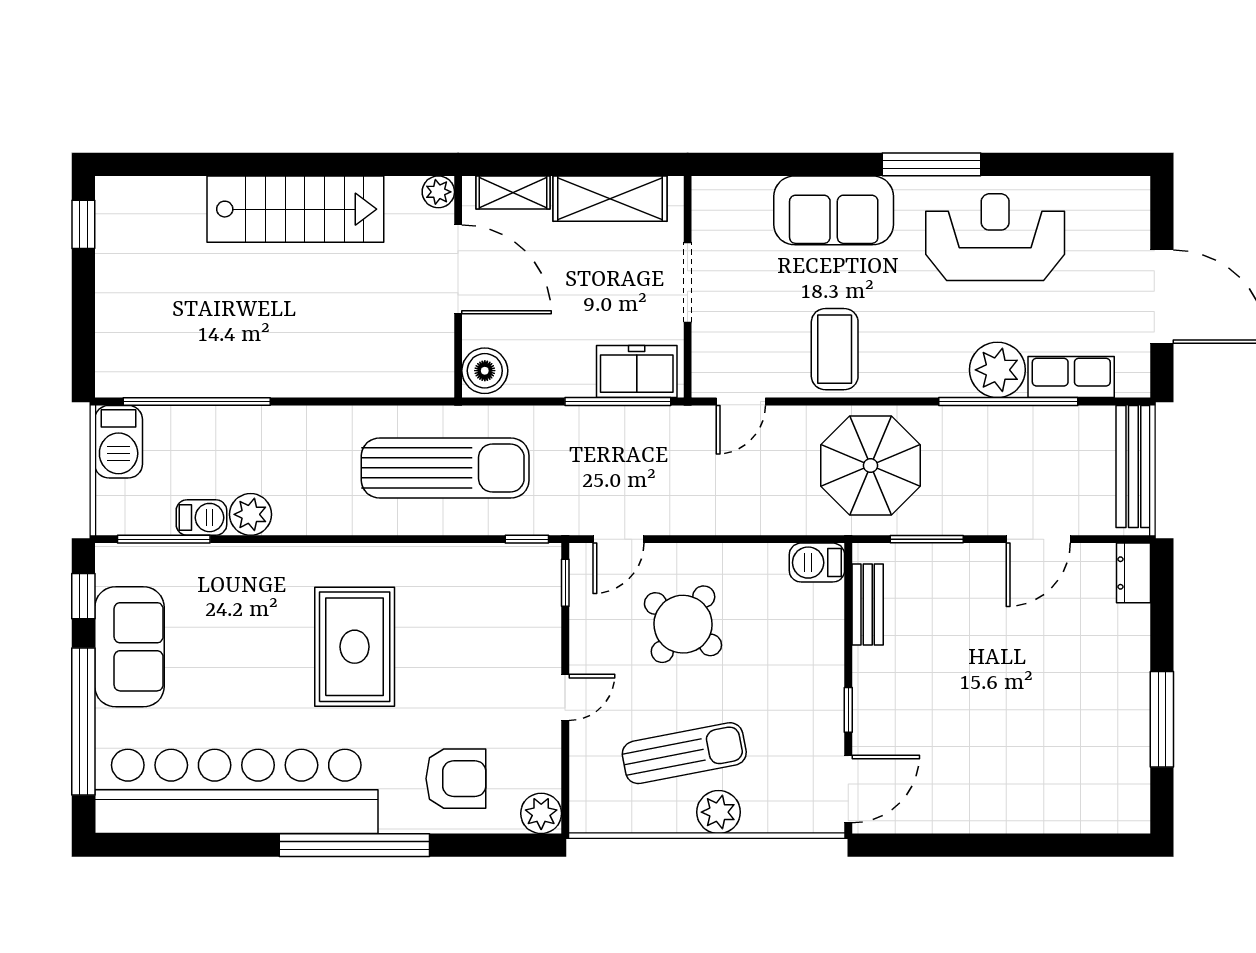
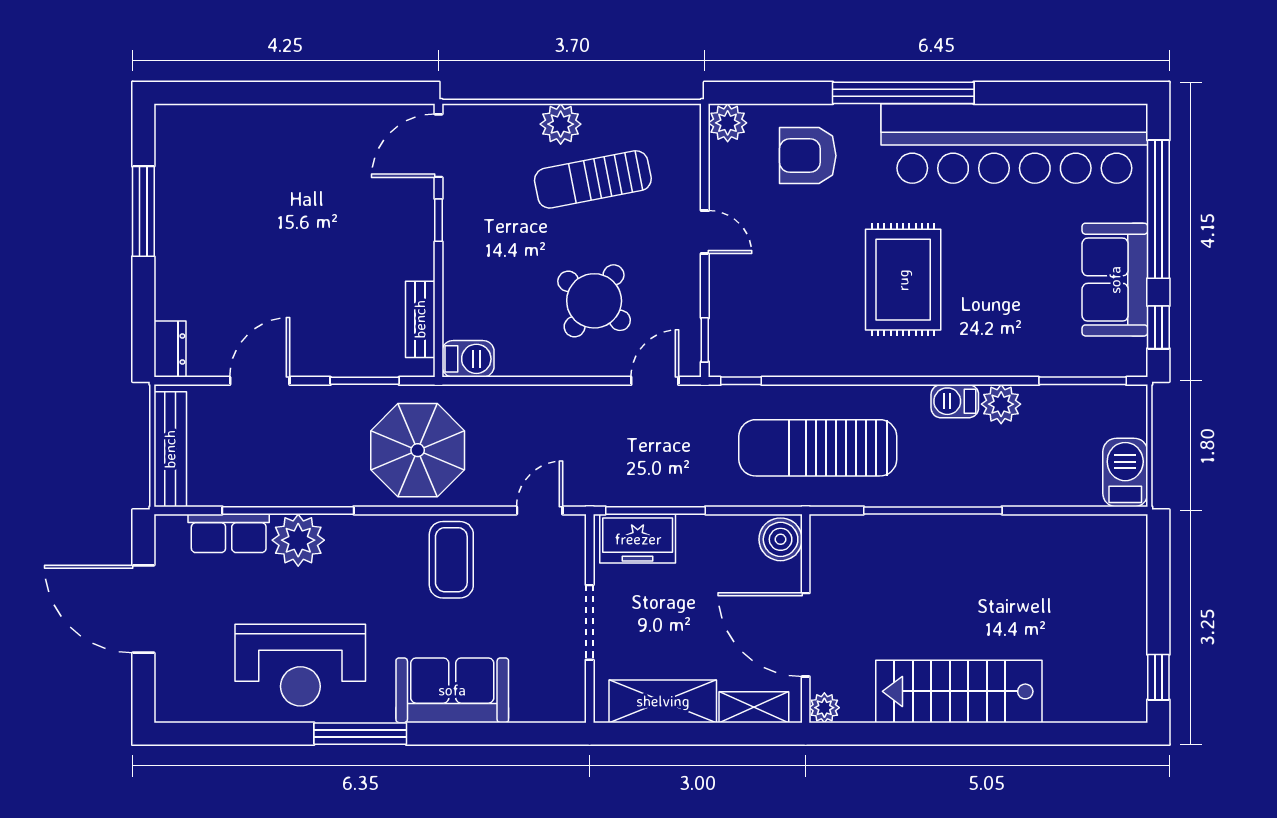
window: (197, 401) -> (933, 510), moved
barbecue: (201, 518) -> (955, 401), moved
door: (565, 697) -> (705, 232), swing flipped

